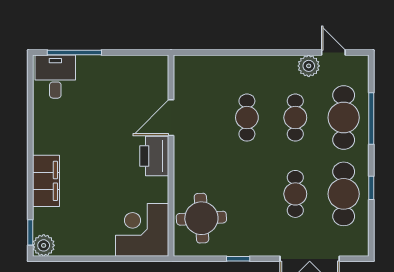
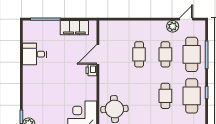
door: (333, 53) -> (186, 19), hinge flipped
desk: (55, 77) -> (34, 54), moved, turned -90
printer: (154, 156) -> (91, 70), width x0.53, depth x0.68
filing cabinet: (46, 181) -> (74, 28), moved, turned 90

